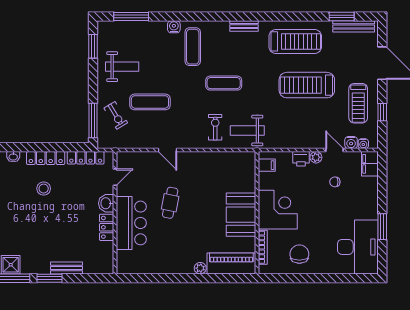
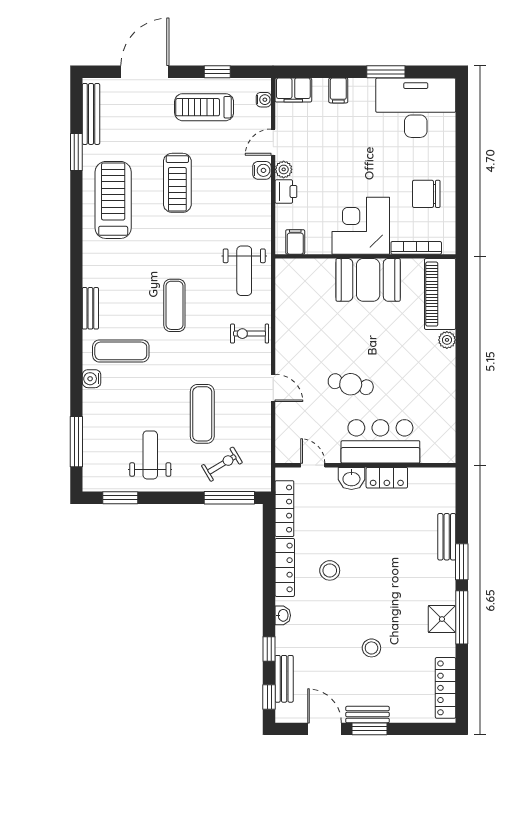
window: (342, 16) -> (76, 152), moved
bench: (244, 26) -> (90, 308), moved
treadmill: (307, 85) -> (177, 183), width x0.73, depth x0.73
treadmill: (358, 103) -> (204, 107), turned 180
exercise bike: (215, 127) -> (250, 334), moved
water cooler: (351, 143) -> (262, 170), moved
door: (168, 150) -> (273, 388), hinge flipped
chair: (335, 182) -> (320, 142), removed
filing cabinet: (370, 194) -> (338, 90), added

